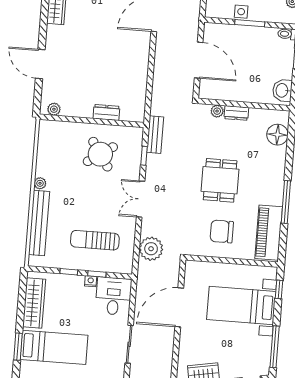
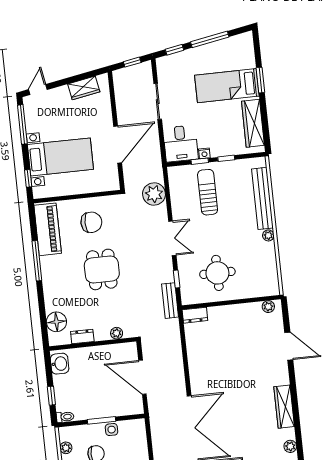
dresser: (106, 112) -> (195, 315), moved
dresser: (236, 113) -> (82, 336), moved
round table: (100, 154) -> (217, 273), turned 34
sun lounger: (95, 240) -> (208, 192), turned -90

